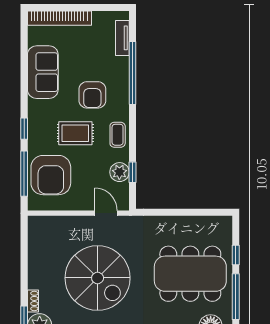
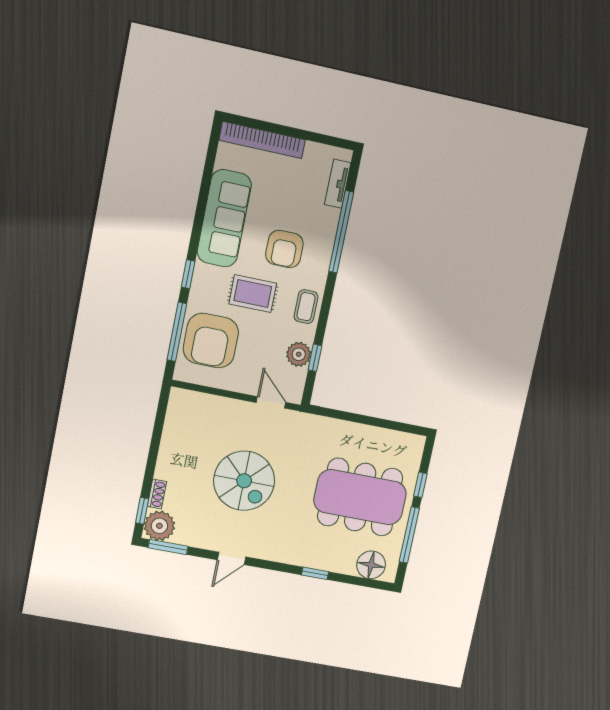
sofa: (43, 72) -> (224, 218), width x1.36
spiral stairs: (98, 278) -> (244, 481), width x0.73, depth x0.73

